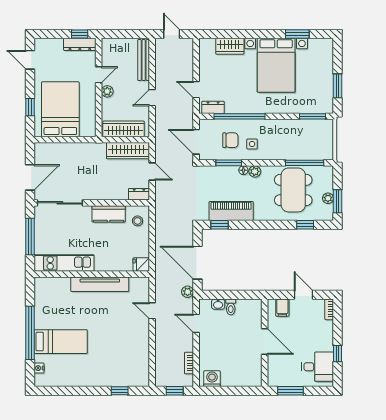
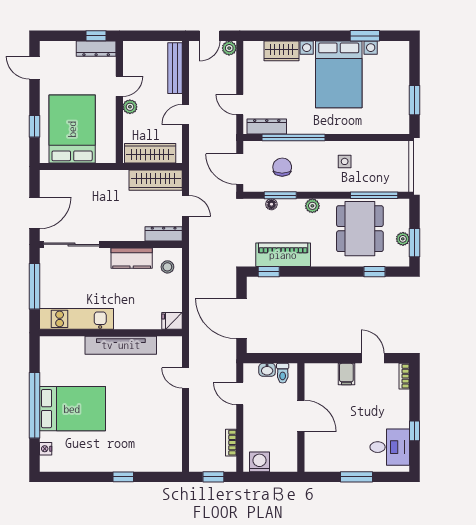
door: (172, 34) -> (210, 36), swing flipped
dresser: (213, 107) -> (267, 127), width x1.44
window: (312, 116) -> (384, 138), removed
chair: (230, 140) -> (282, 167), turned -90
side table: (252, 144) -> (345, 161), moved
floor lamp: (243, 170) -> (271, 204), moved
dresser: (139, 194) -> (164, 234), width x1.44
plant: (188, 292) -> (229, 48), moved
bed: (61, 342) -> (72, 409), width x1.50
door: (265, 342) -> (301, 416), moved
wall: (265, 343) -> (301, 418), moved
window: (120, 391) -> (123, 477), moved

